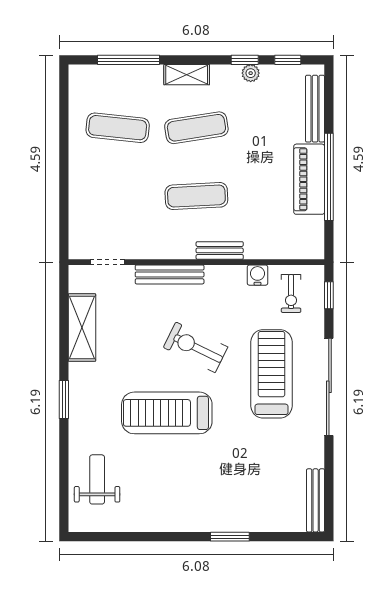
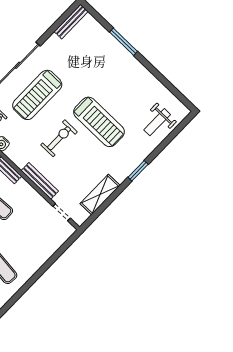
exercise bike: (195, 347) -> (59, 138), turned -116
window: (230, 537) -> (123, 42), width x1.44

